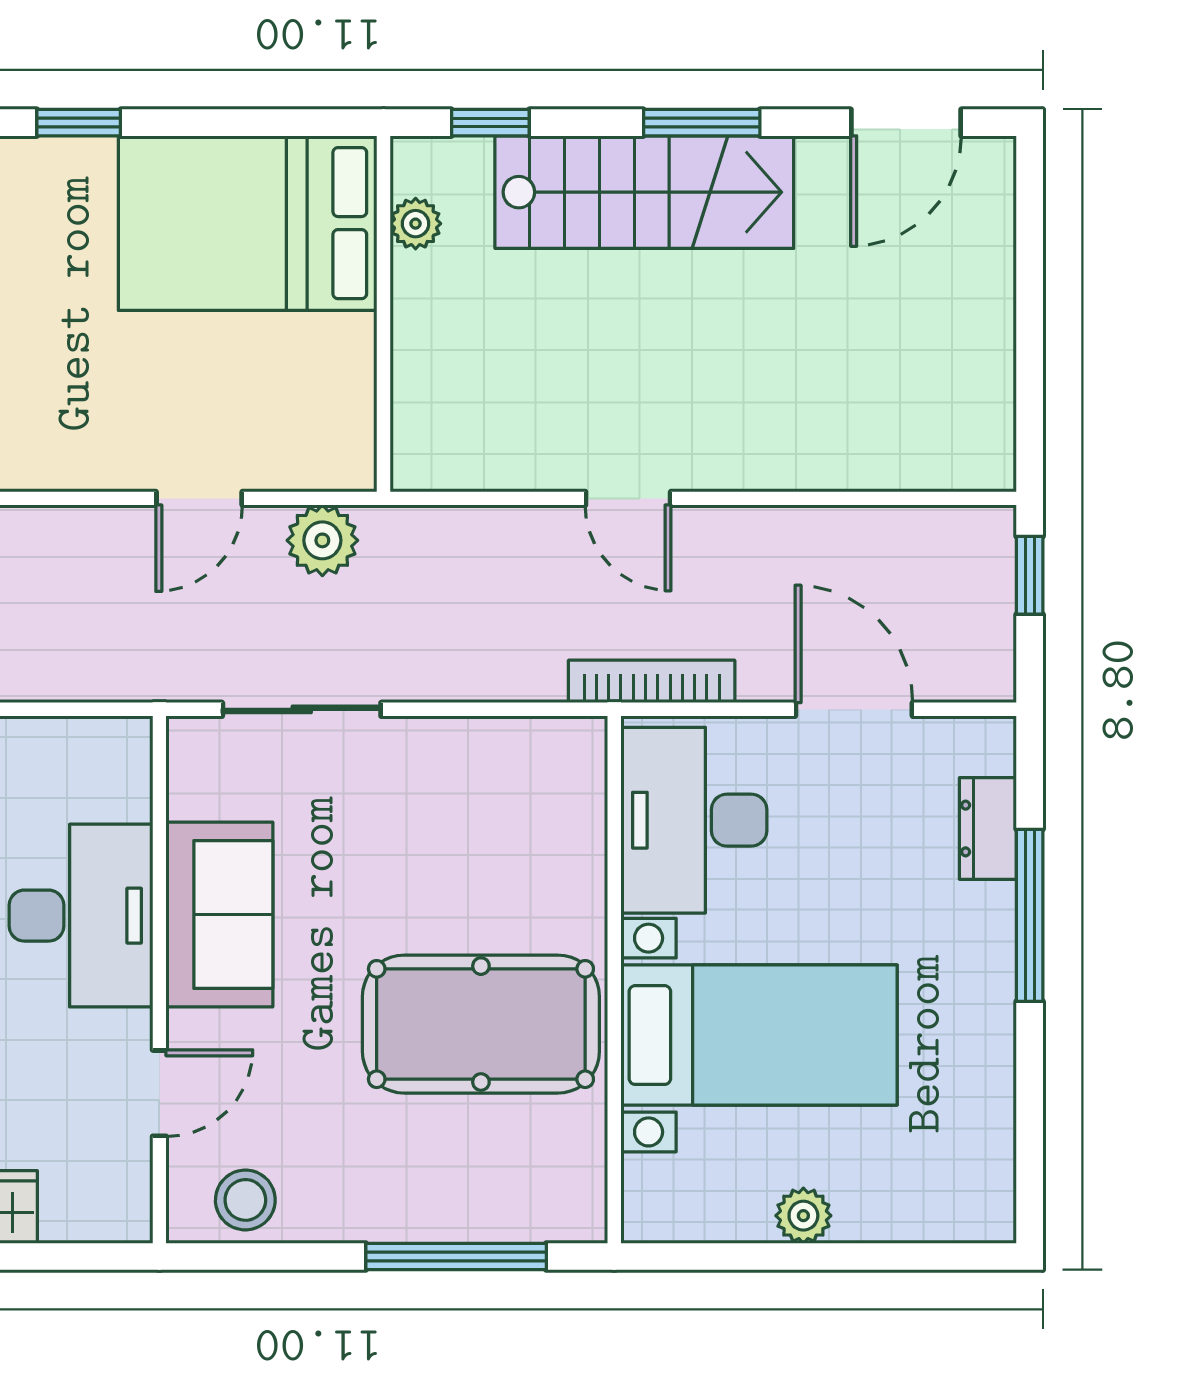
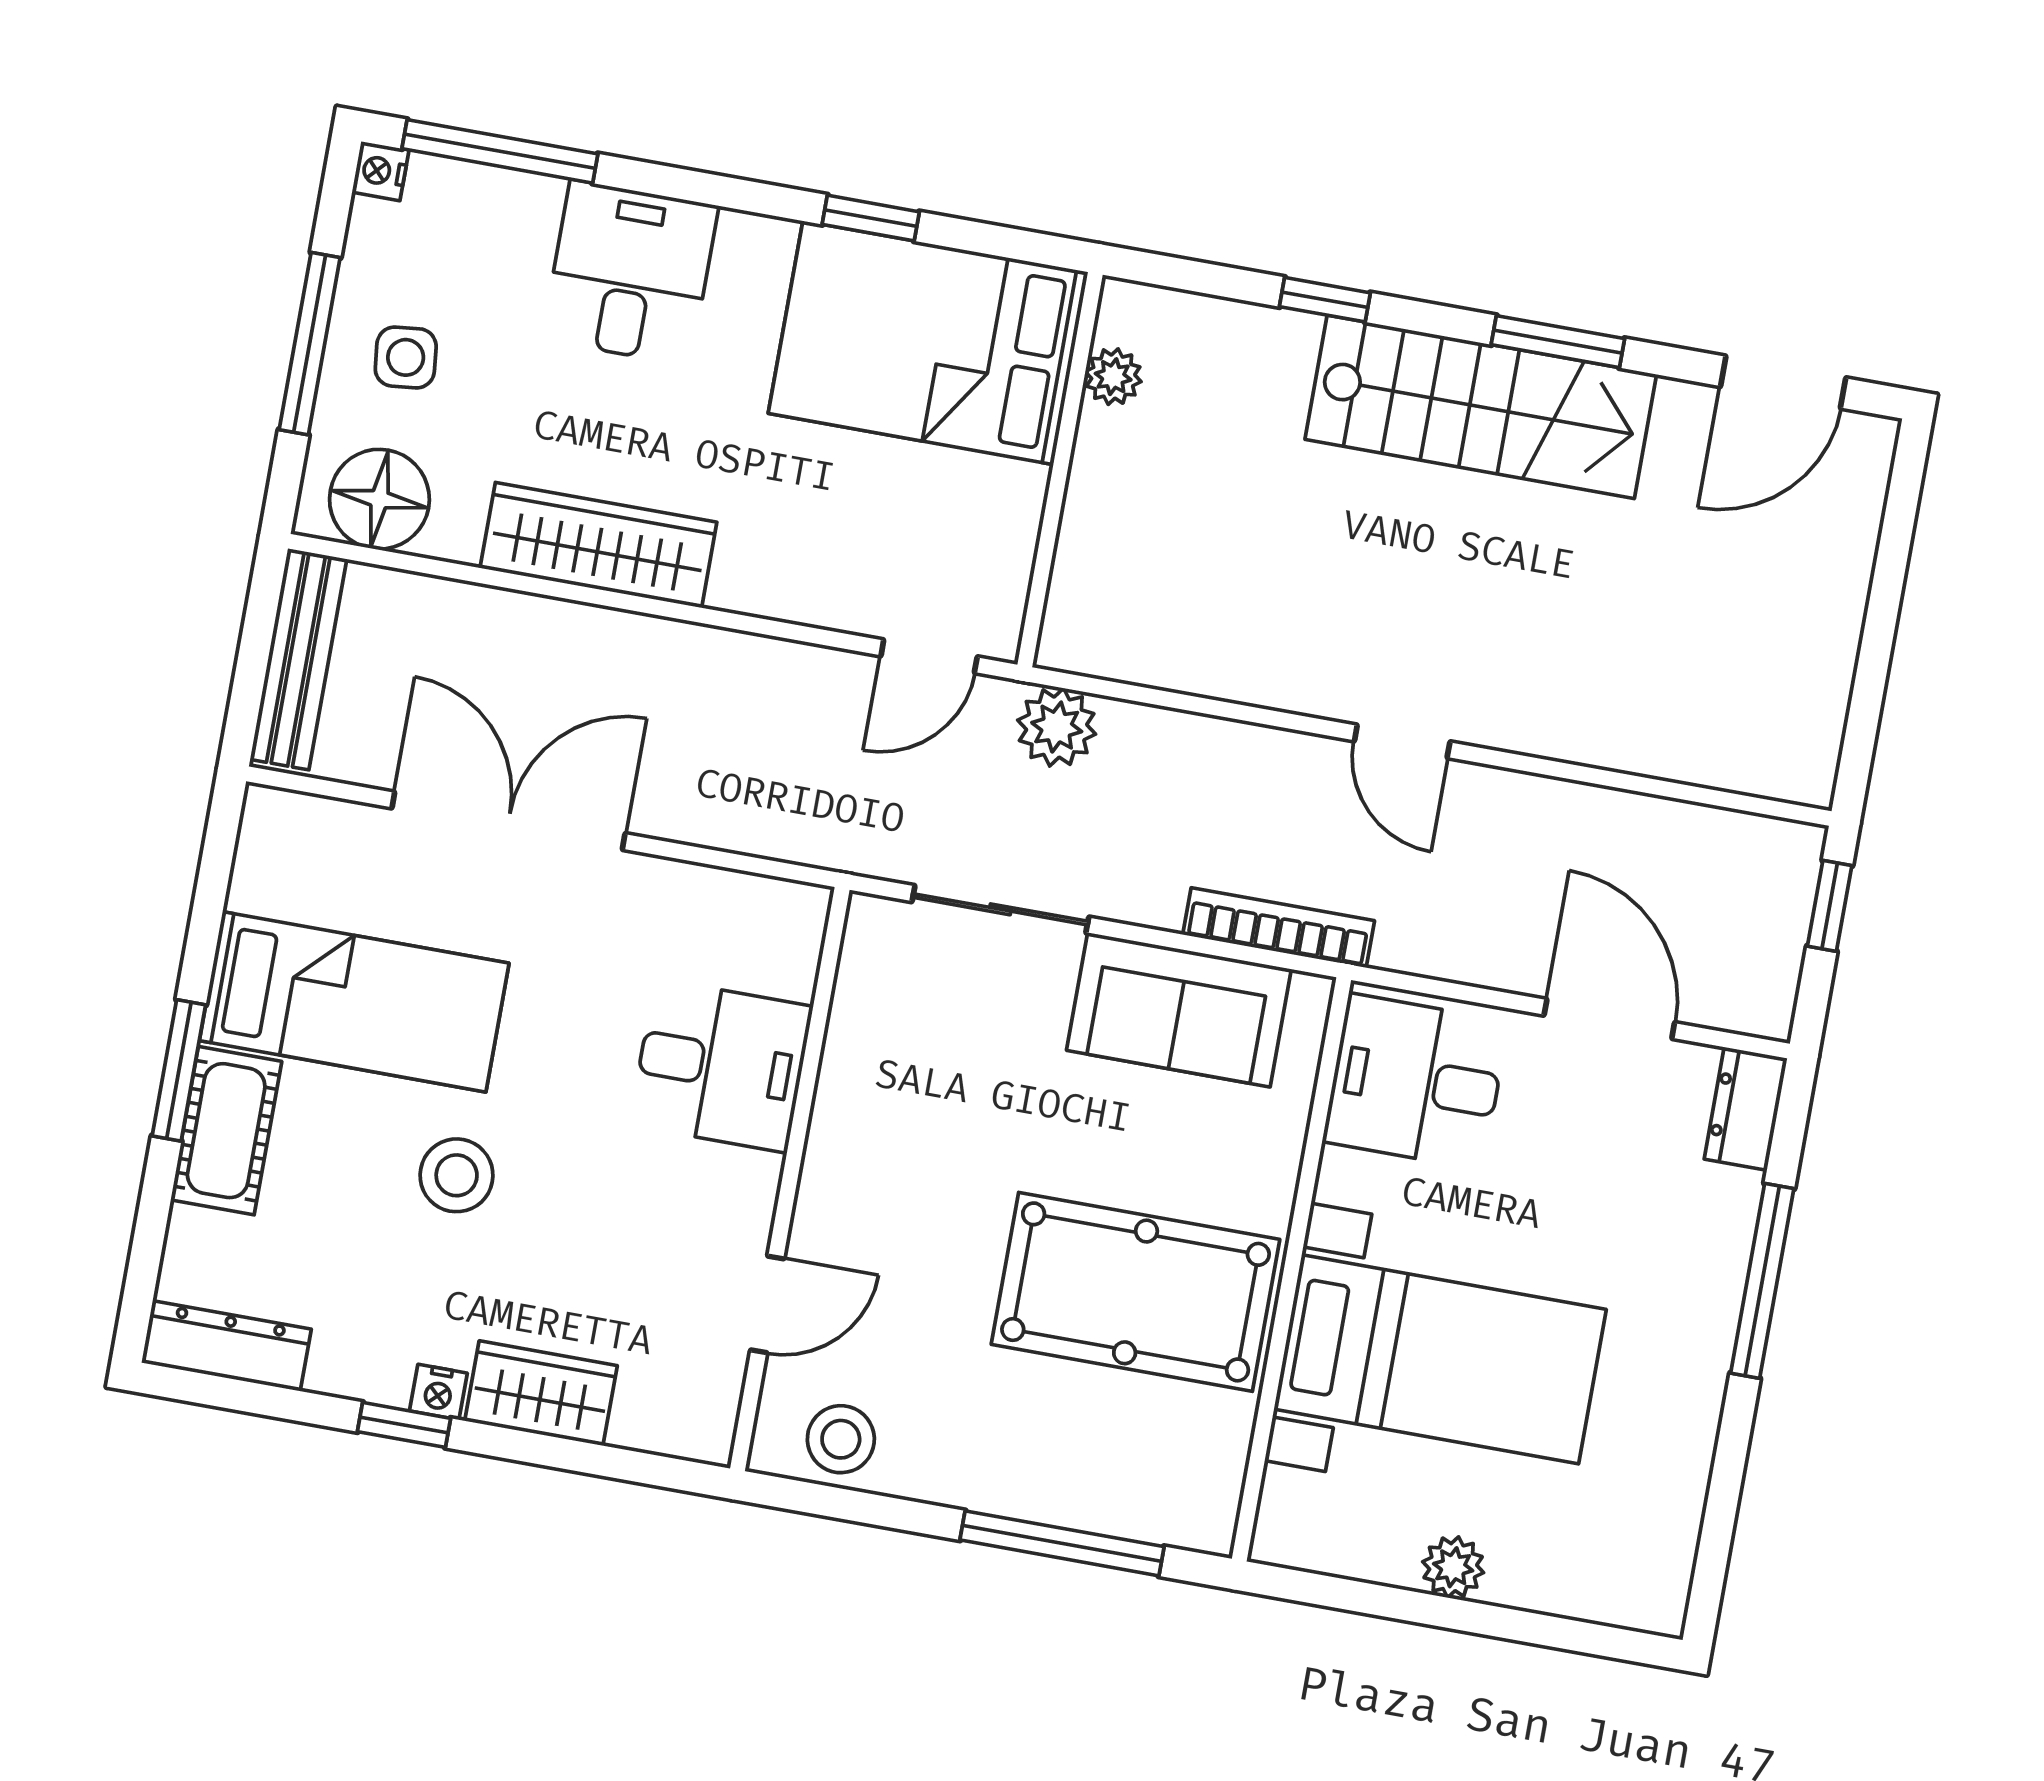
bed: (248, 223) -> (928, 343), moved
plant: (416, 224) -> (1113, 377), moved
wall: (384, 314) -> (1060, 470), moved
bookcase: (652, 681) -> (1279, 928), moved
desk: (694, 820) -> (1416, 1082), width x0.73
dresser: (988, 829) -> (1746, 1109), moved
sofa: (219, 915) -> (1179, 1010), moved, turned 90
desk: (81, 916) -> (721, 1066), width x0.73

